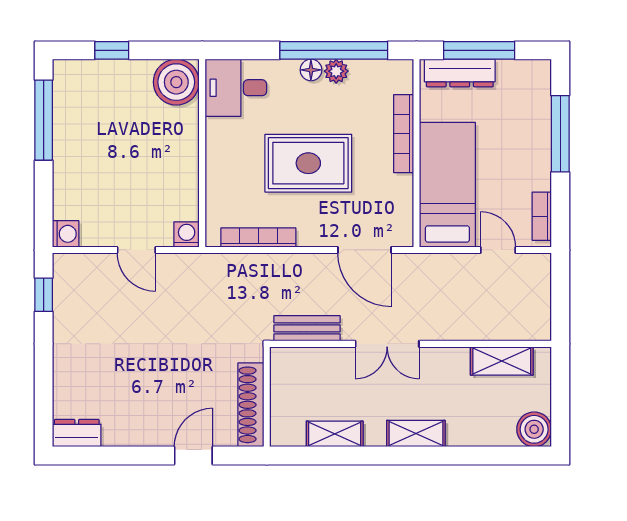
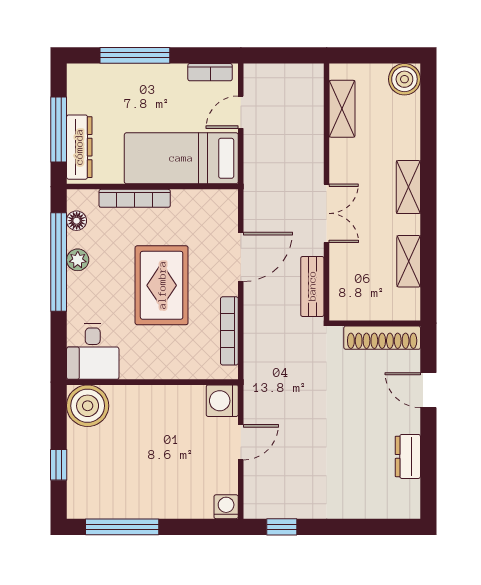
floor lamp: (311, 70) -> (77, 221), moved
washing machine: (187, 234) -> (222, 401), width x1.38, depth x1.38
door: (365, 250) -> (241, 257), moved
dresser: (77, 433) -> (408, 456), moved

